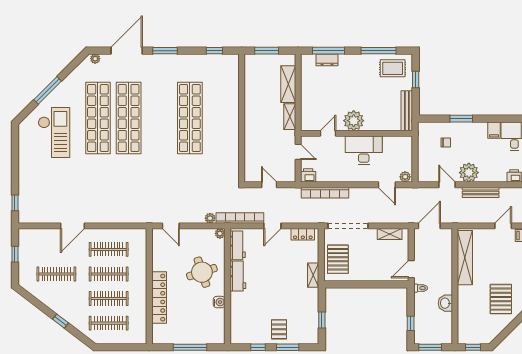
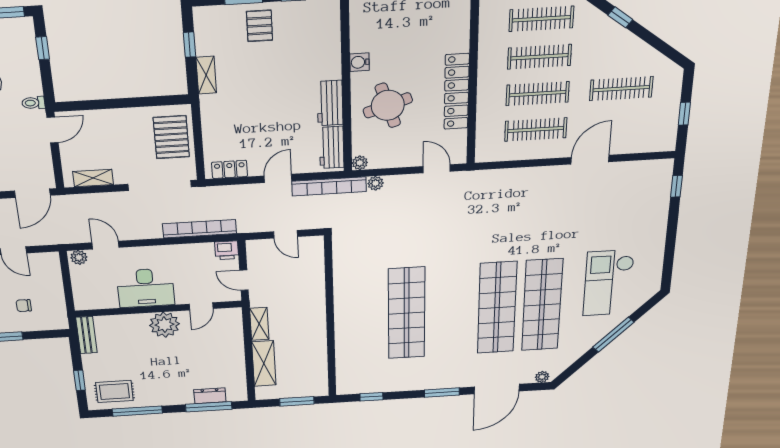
bench: (407, 111) -> (86, 335), width x0.73
shelving: (313, 275) -> (206, 75), moved
locker: (159, 298) -> (457, 92), moved

